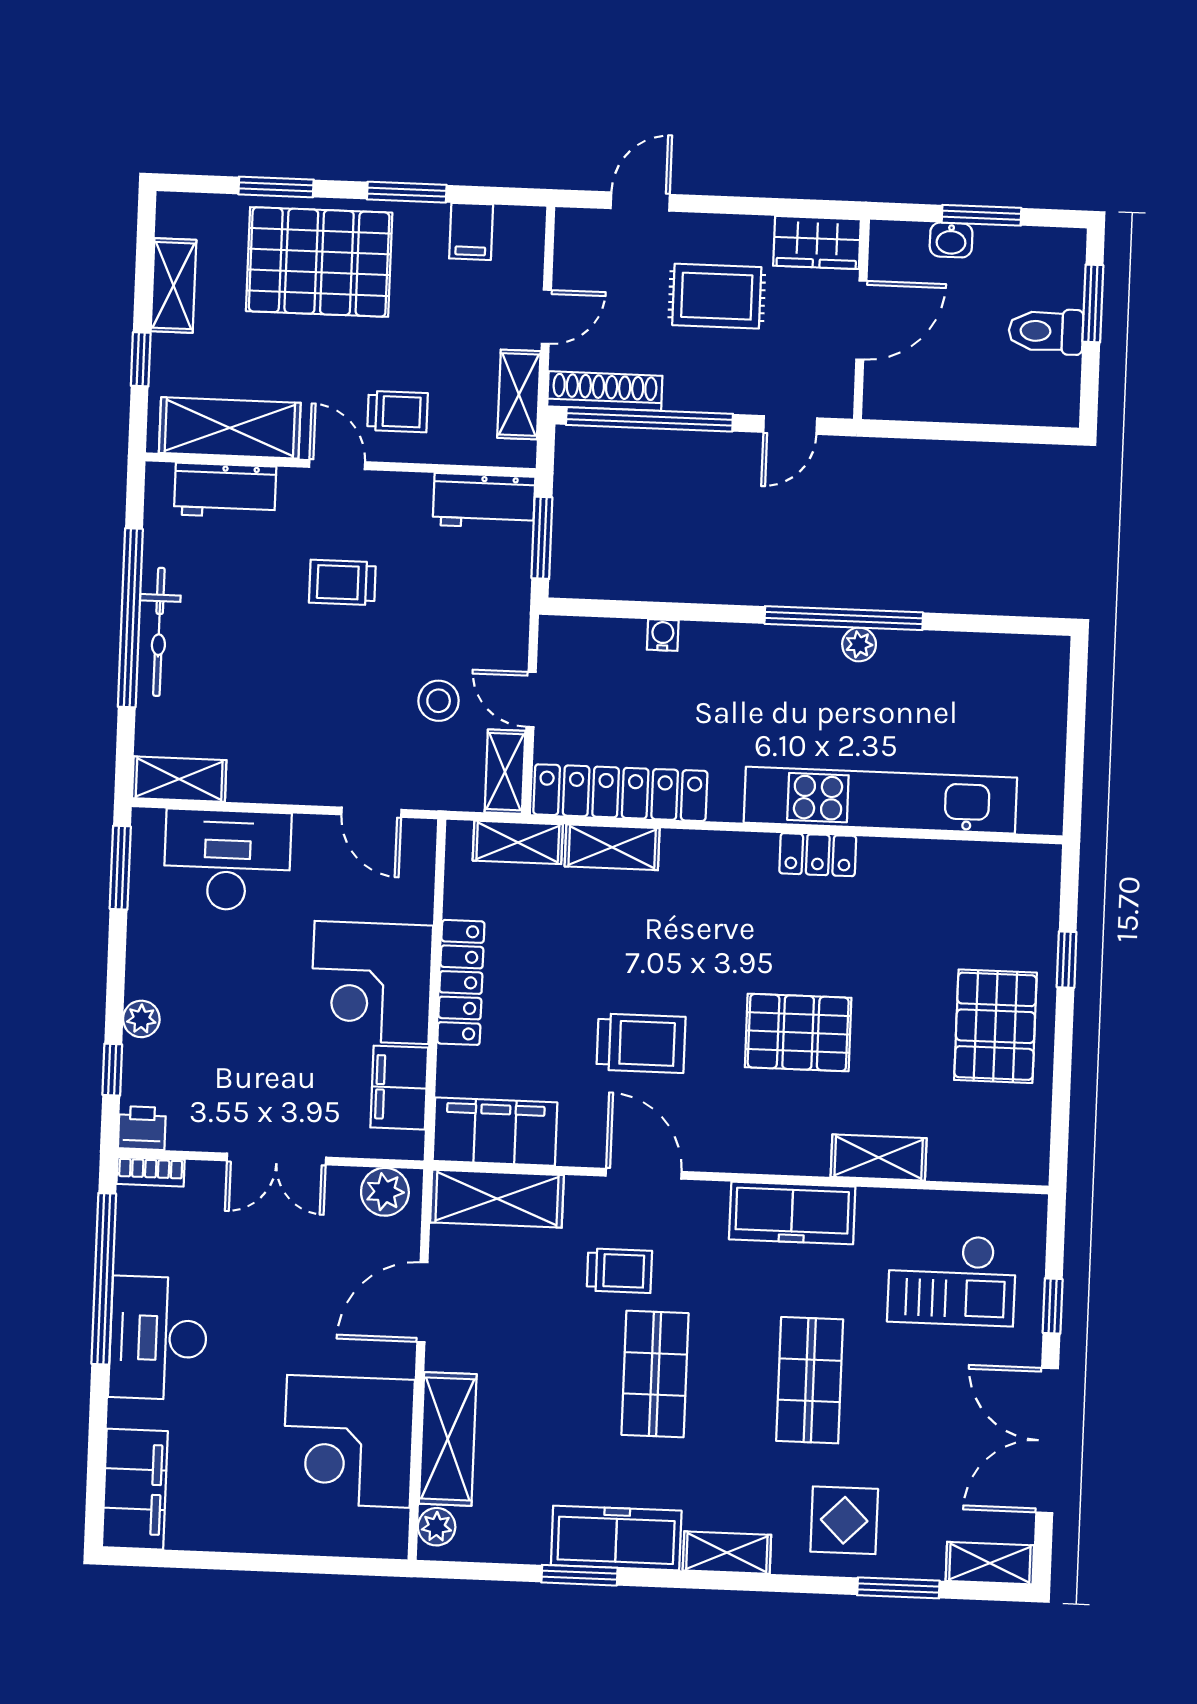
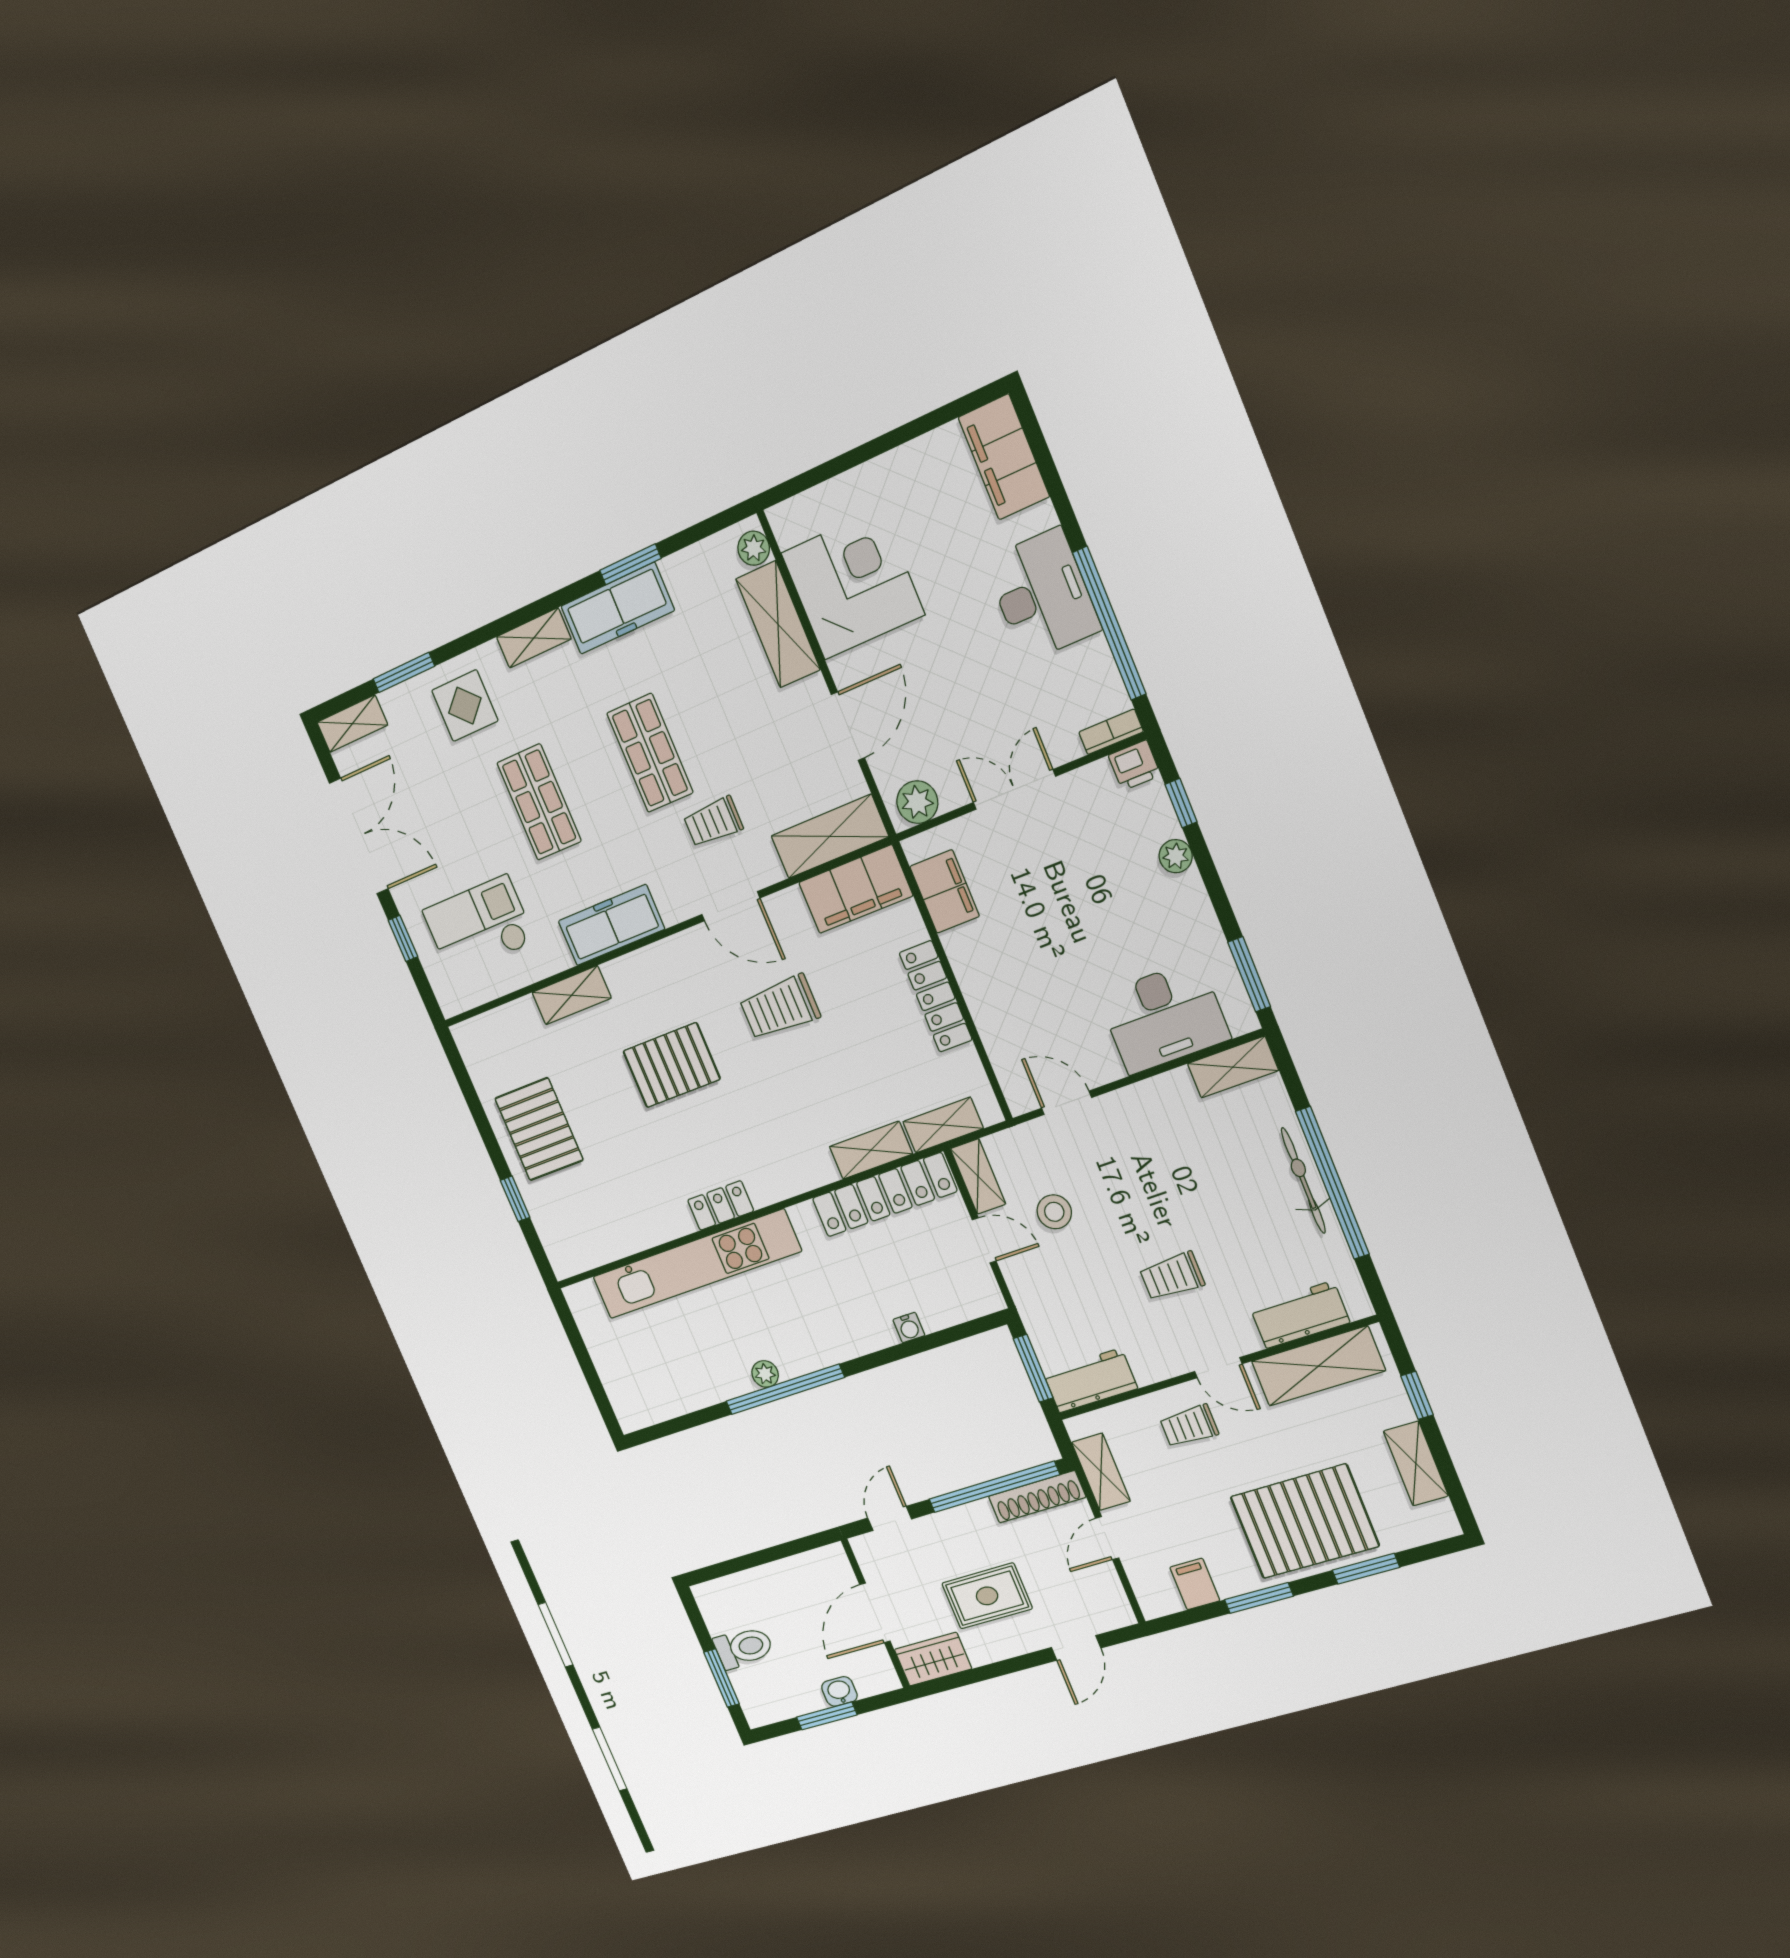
trolley: (342, 582) -> (1172, 1276), turned 180
corner desk: (371, 983) -> (1005, 966), removed

